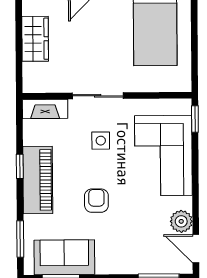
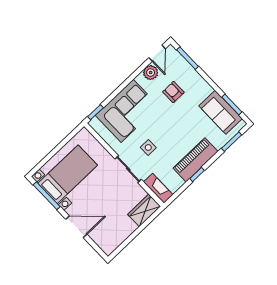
wardrobe: (35, 39) -> (144, 210), moved
armchair: (96, 201) -> (173, 92), moved, turned 90

